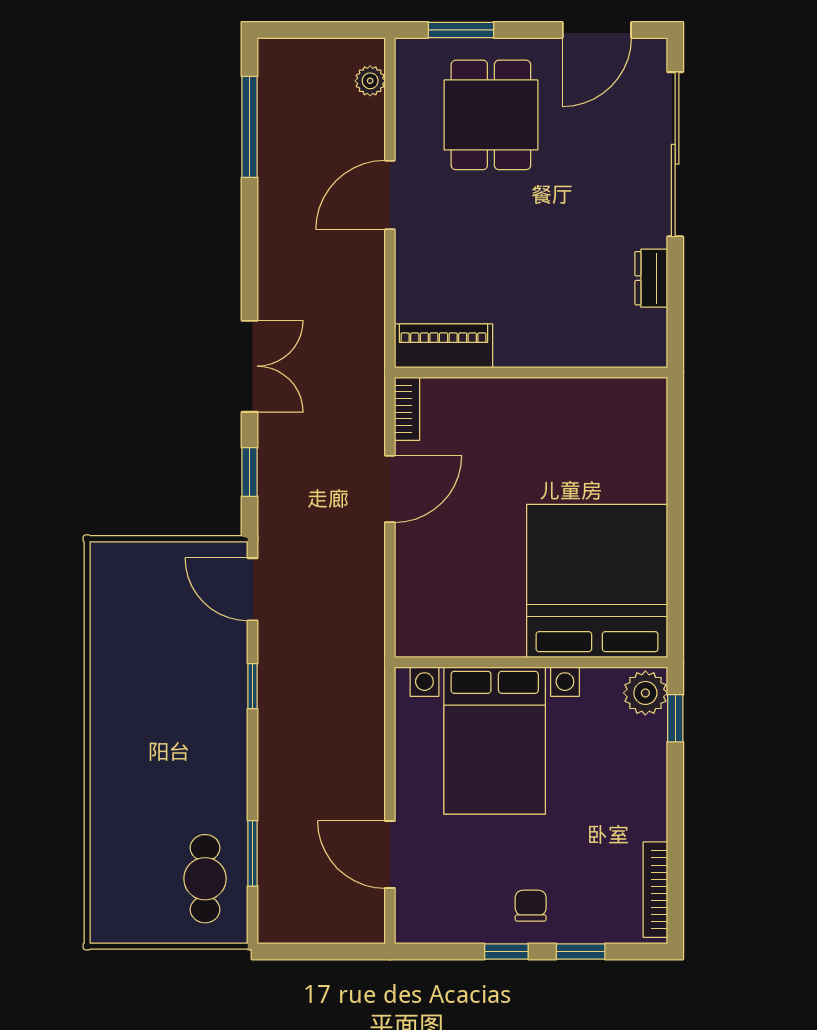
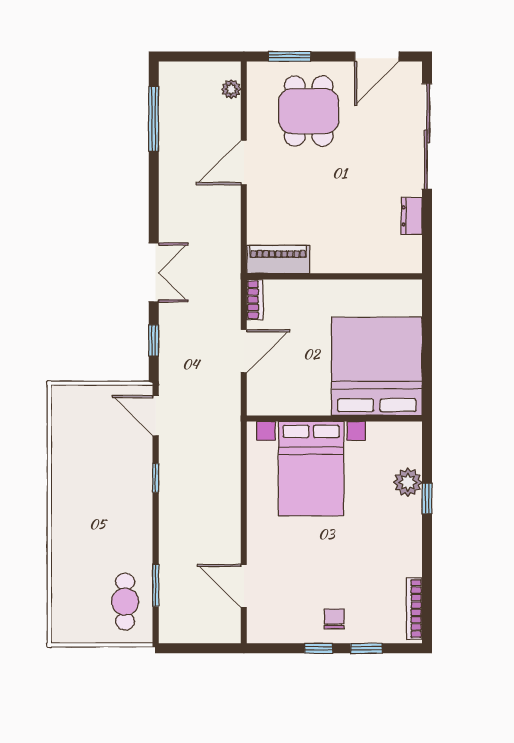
bed: (597, 581) -> (377, 366), moved
wall: (531, 662) -> (334, 418), moved
bed with nightstands: (495, 740) -> (311, 469), moved

